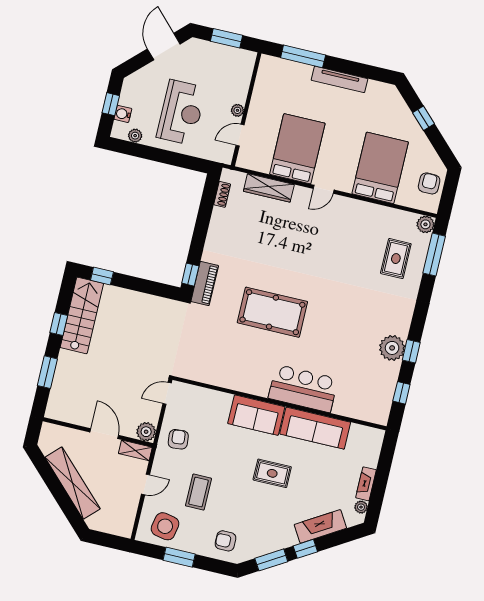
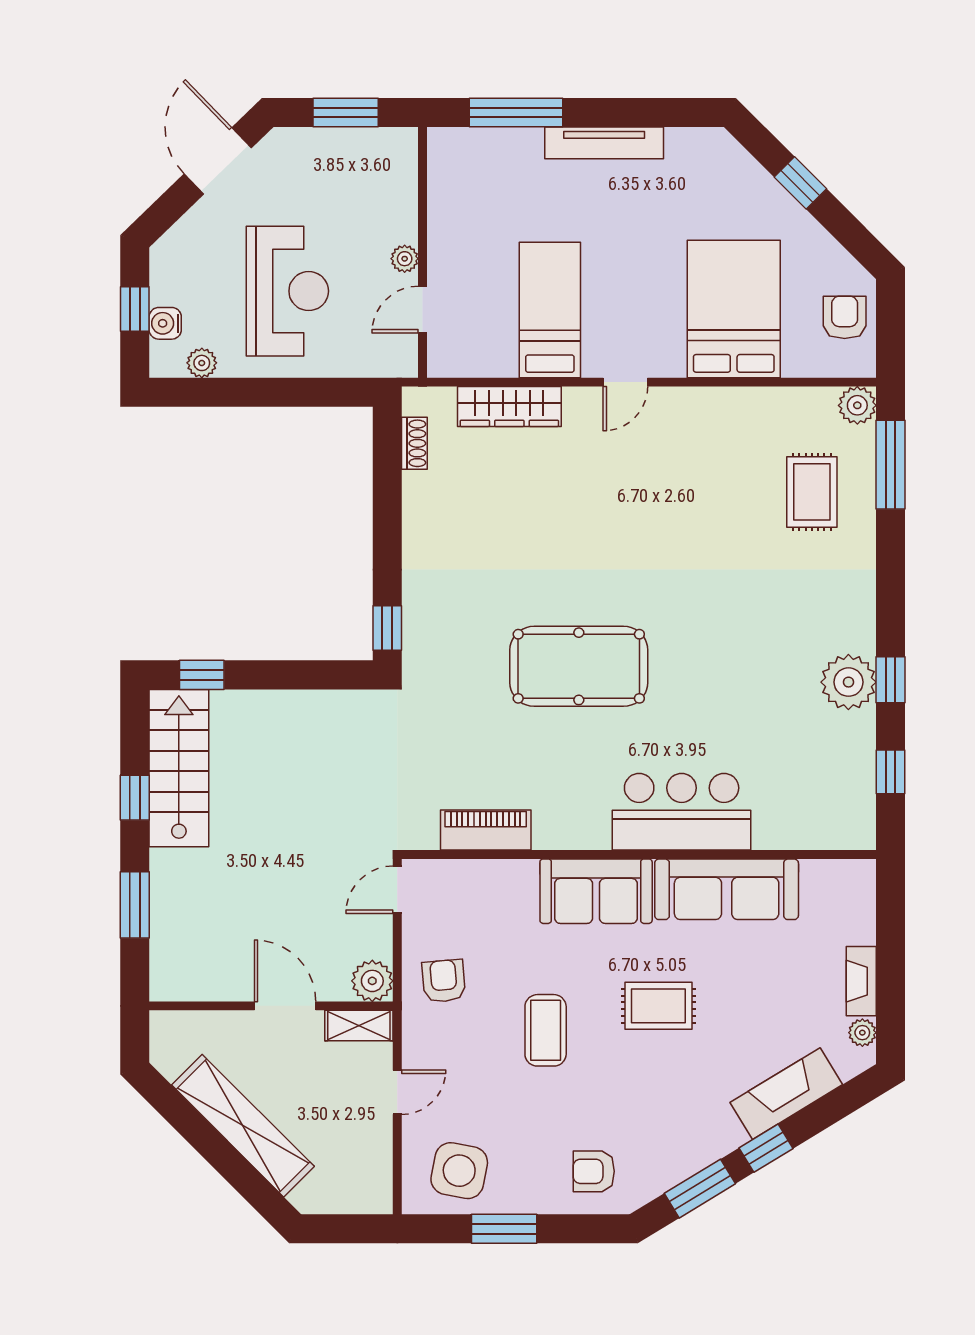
bed: (297, 149) -> (550, 310), width x0.67
piano: (205, 284) -> (486, 830), moved, turned -90
coffee table: (198, 492) -> (546, 1030), moved

